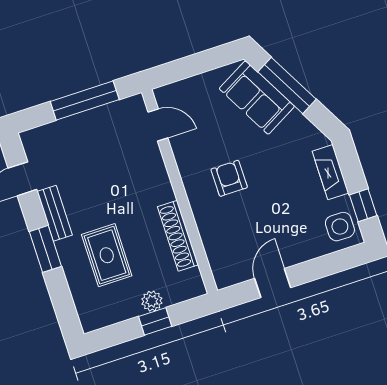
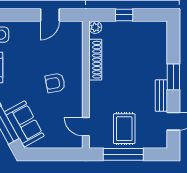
armchair: (229, 178) -> (55, 83), turned 79
rug: (107, 255) -> (124, 129), moved
plant: (152, 301) -> (95, 27), moved

